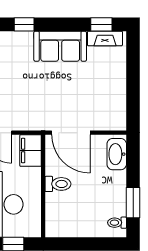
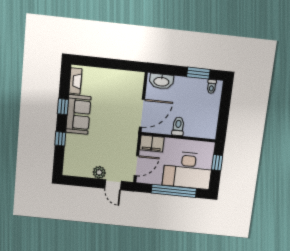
window: (101, 24) -> (63, 107), moved

